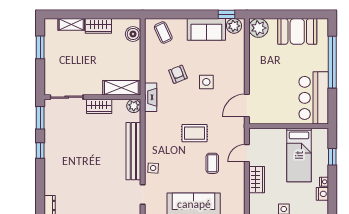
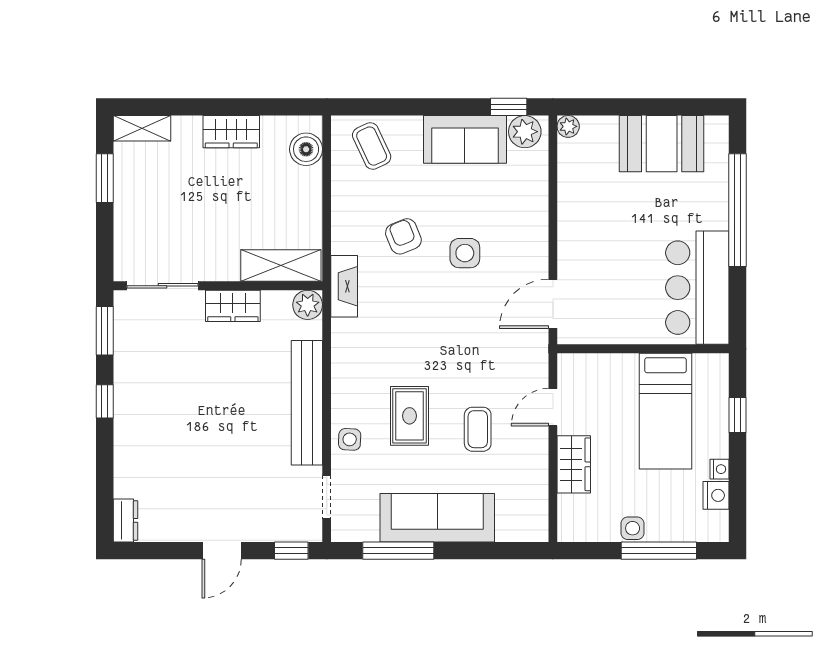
shelving: (71, 24) -> (142, 128), moved
plant: (259, 28) -> (568, 126), width x0.53, depth x0.53
rug: (194, 133) -> (410, 416), moved, turned 90

